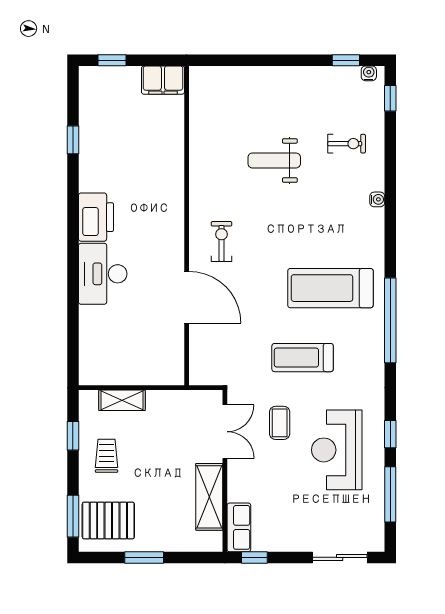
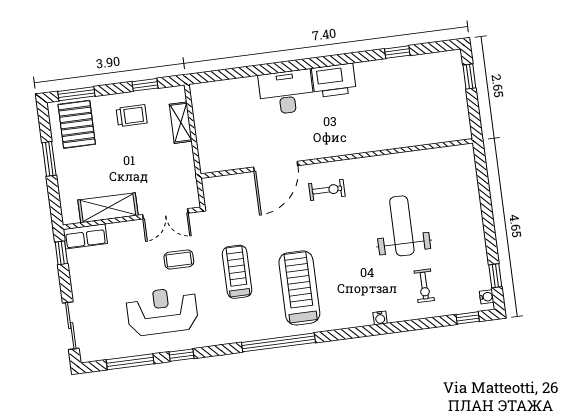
filing cabinet: (163, 80) -> (458, 122), removed
weight bench: (274, 160) -> (402, 226), width x1.36, depth x1.33

